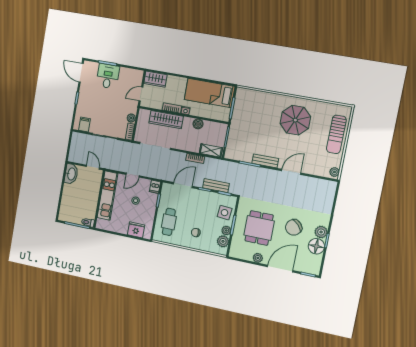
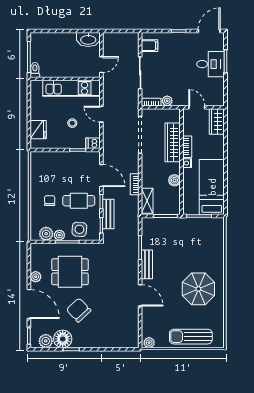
cafe table: (169, 222) -> (79, 201), moved
plant: (321, 232) -> (46, 341), moved

